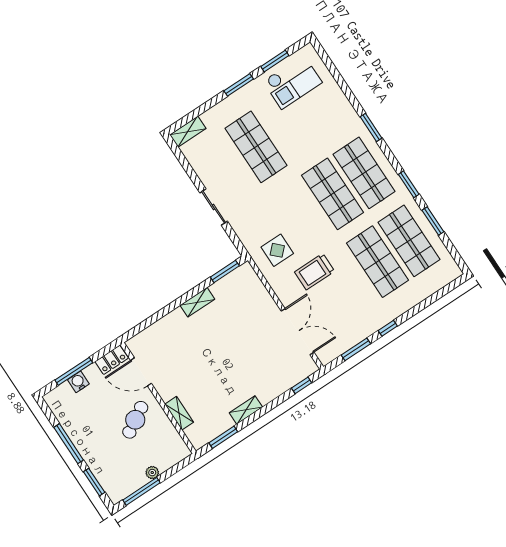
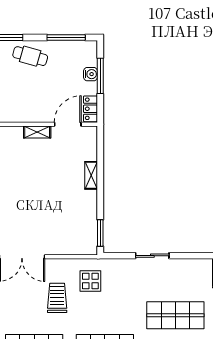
shelving: (197, 302) -> (91, 175), moved
shelving: (179, 413) -> (37, 132), moved
cafe table: (135, 420) -> (30, 56), moved, turned -43
window: (69, 444) -> (66, 38), moved

